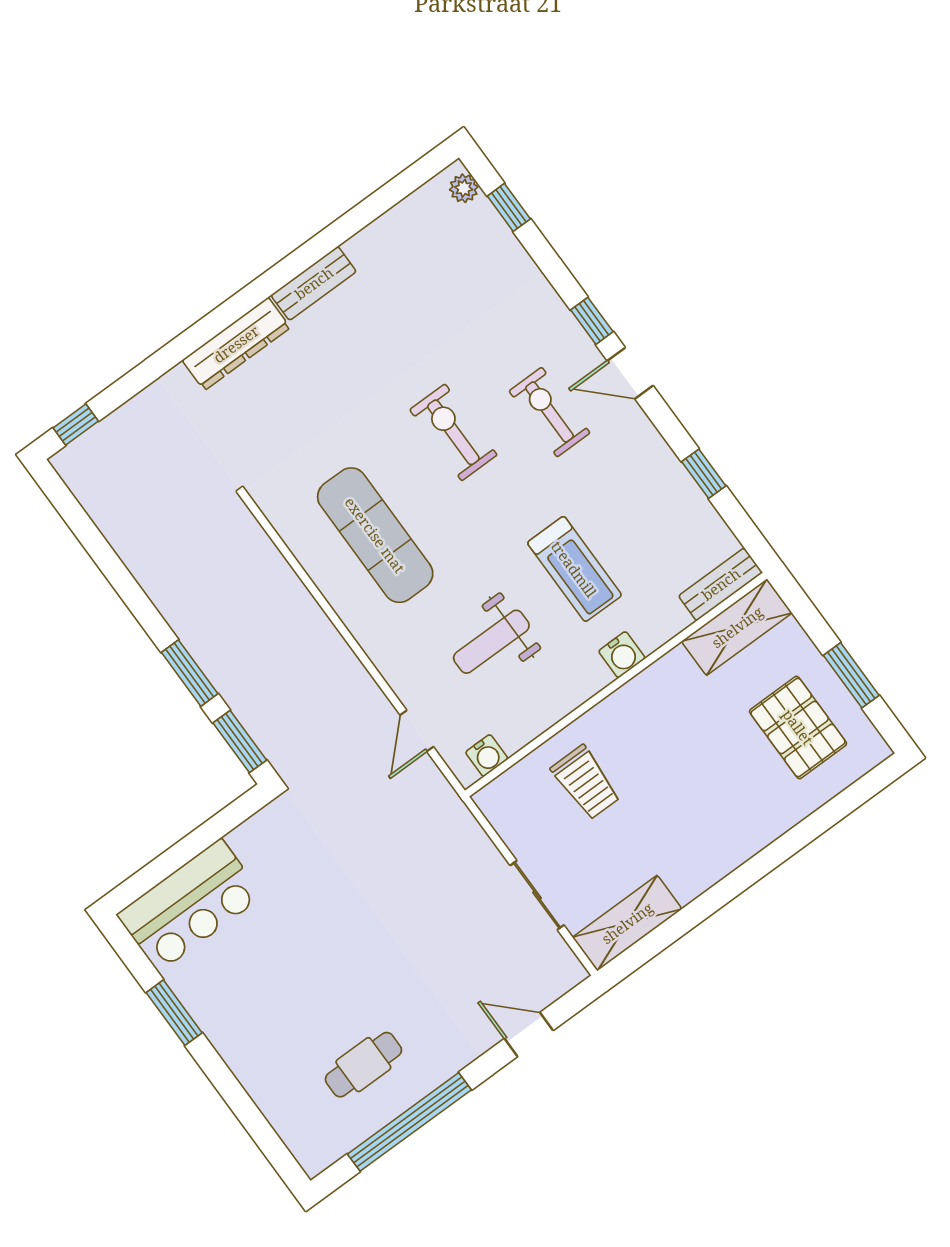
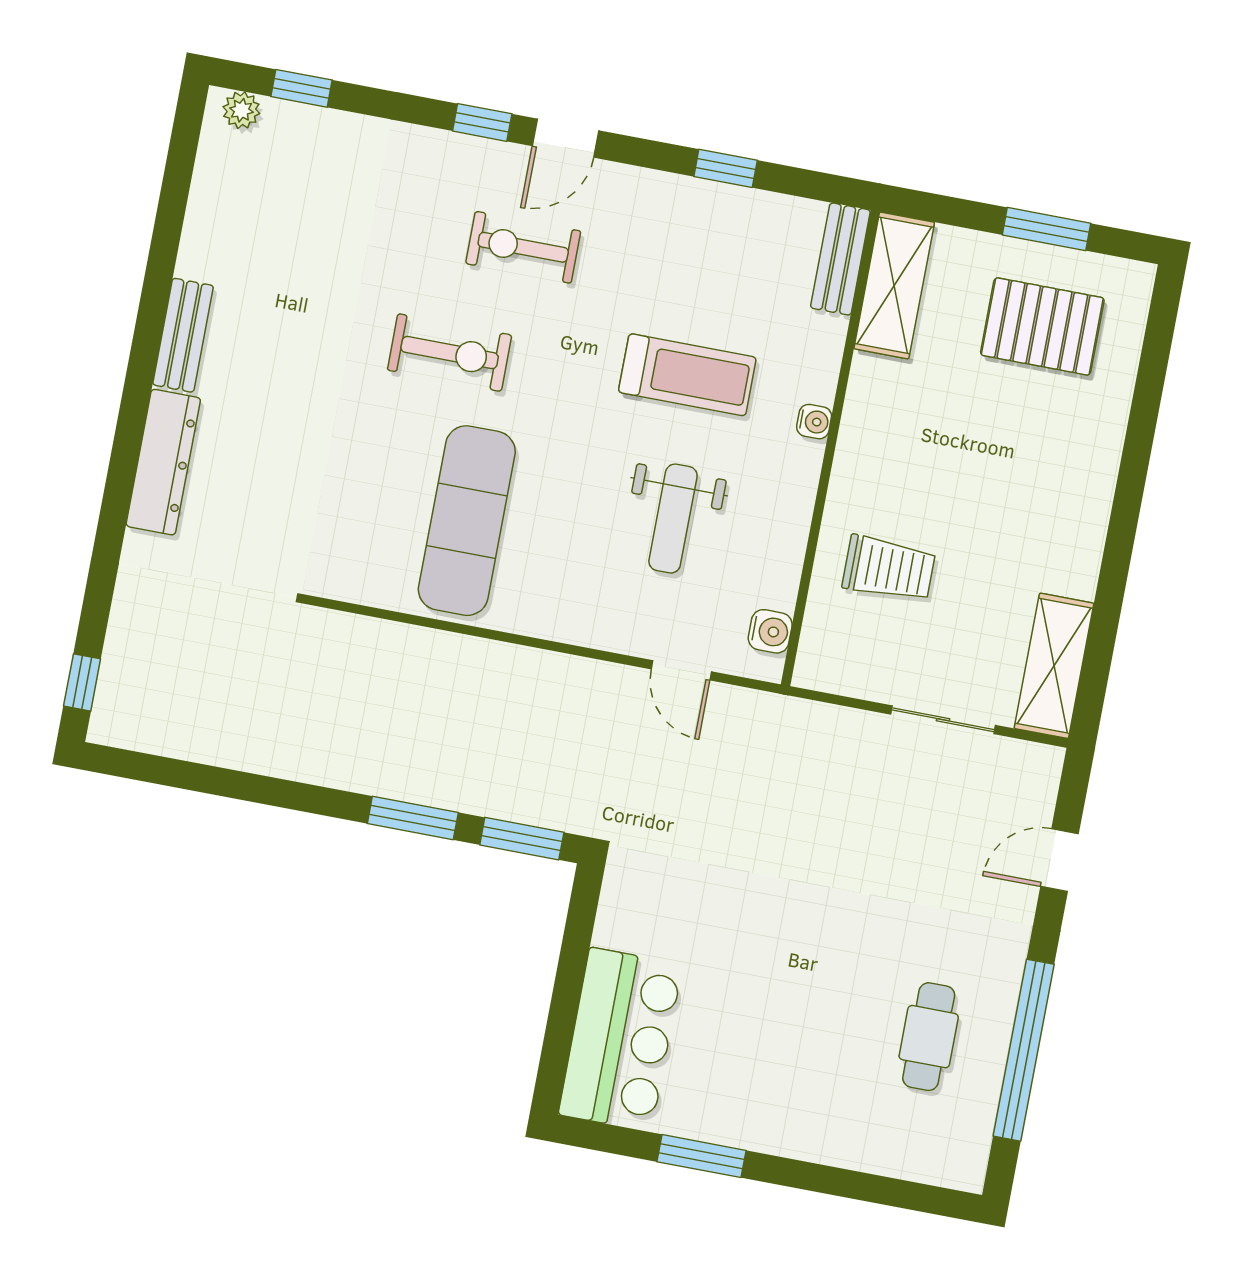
exercise bike: (453, 432) -> (450, 353), turned 180
exercise mat: (375, 535) -> (467, 521), turned 90
water cooler: (622, 655) -> (814, 422), width x0.72, depth x0.72

